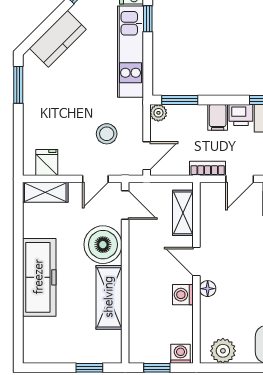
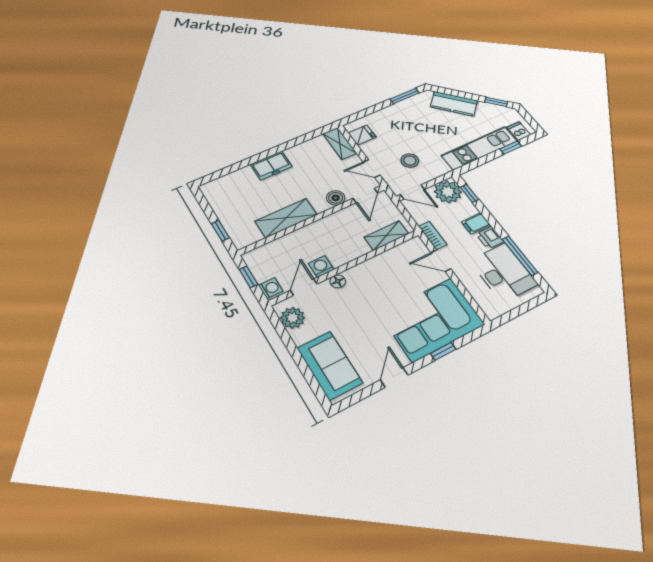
window: (180, 100) -> (469, 193), width x0.67
plant: (158, 113) -> (448, 192), width x1.88, depth x1.88
boiler: (103, 245) -> (336, 198), width x0.54, depth x0.54
door: (196, 262) -> (304, 287), moved
freezer: (39, 277) -> (271, 165), width x0.52, depth x0.79

